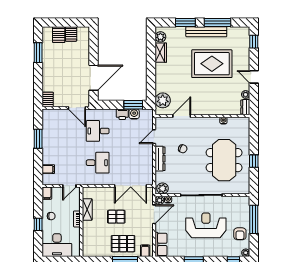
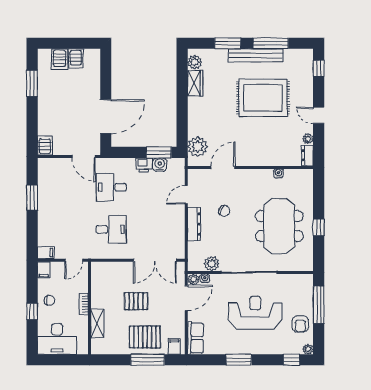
filing cabinet: (48, 169) -> (46, 253), moved
plant: (163, 188) -> (212, 264), moved
shelving: (87, 210) -> (97, 324), moved

